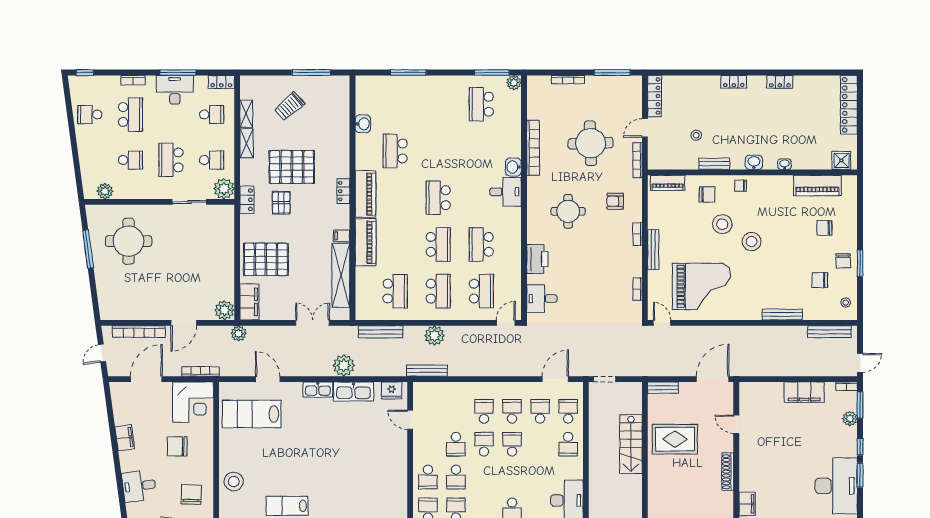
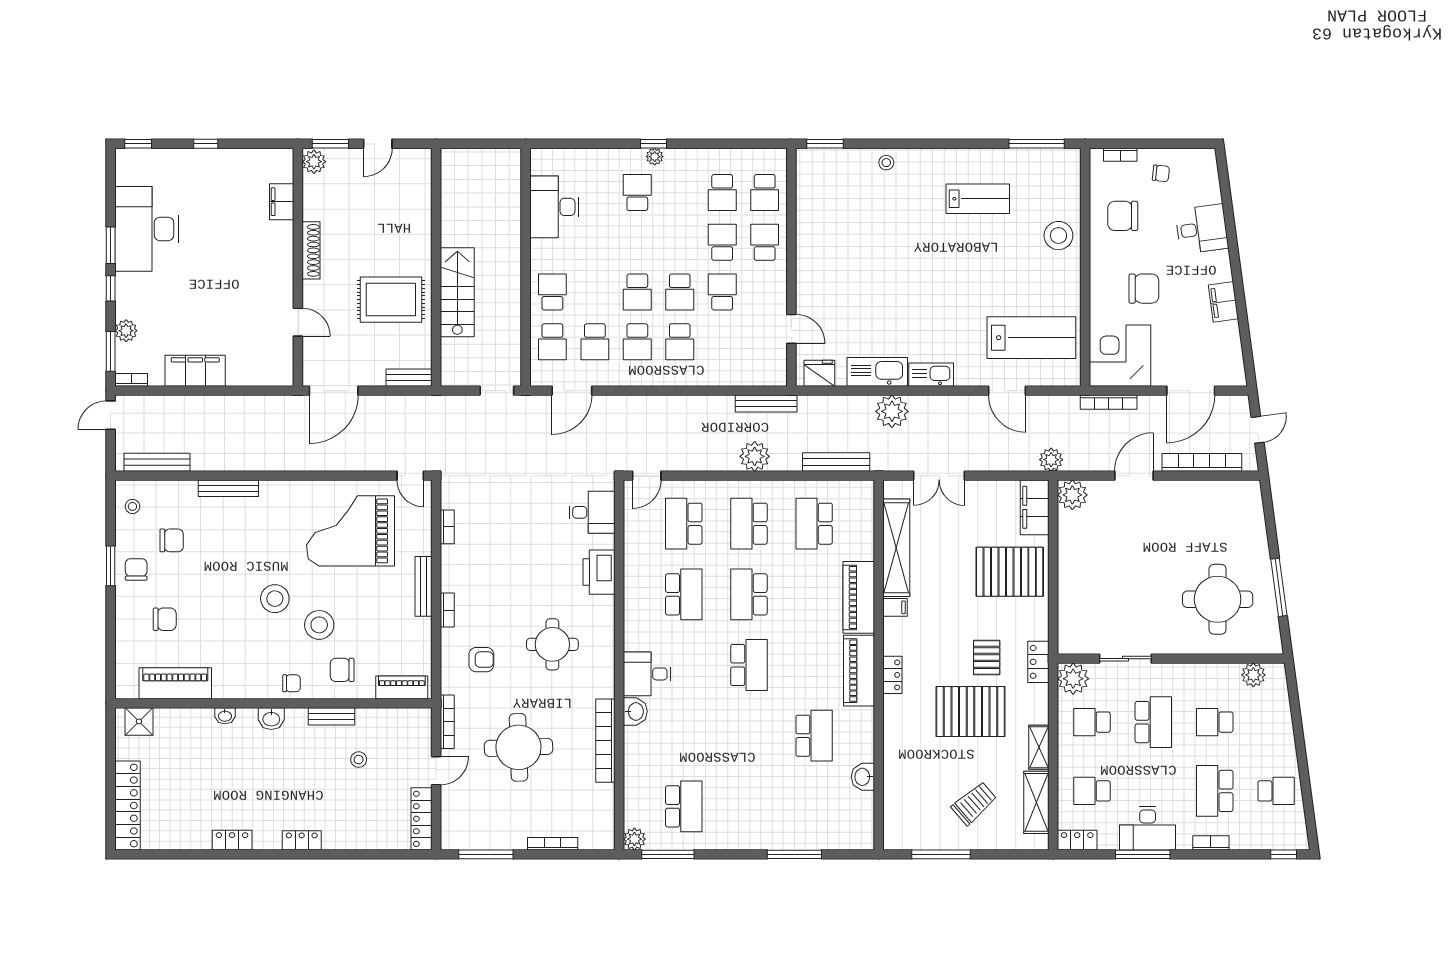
shelving: (246, 114) -> (1036, 802), width x1.50, depth x1.33
chair: (191, 494) -> (1123, 216), turned 88

